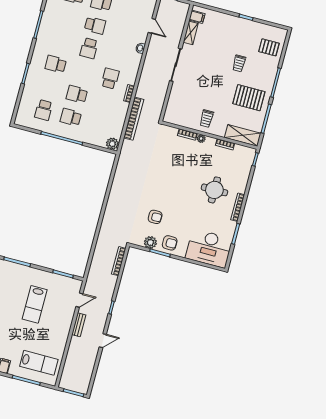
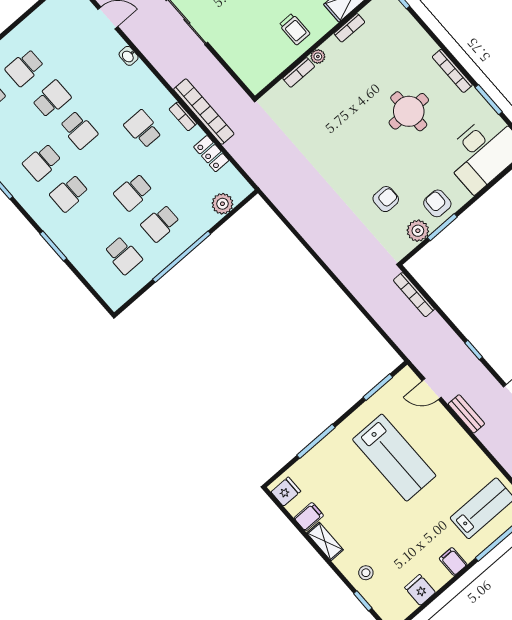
school desk: (62, 41) -> (42, 162), added
locker: (120, 119) -> (211, 154), added
bookcase: (134, 119) -> (204, 112), moved
plant: (112, 144) -> (222, 204), moved
round table: (214, 190) -> (409, 111), moved
armchair: (170, 243) -> (437, 203), turned -90
door: (79, 300) -> (432, 389), swing flipped
lab bench: (35, 304) -> (394, 458), width x1.36, depth x1.39

